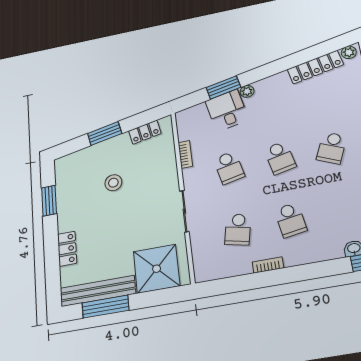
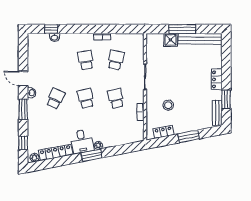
window: (223, 87) -> (92, 155), moved
desk: (227, 110) -> (82, 141), moved
bench: (62, 177) -> (217, 113), added
stool: (113, 183) -> (168, 105), moved
locker: (67, 249) -> (217, 79), moved
shower: (157, 269) -> (171, 40), width x0.54, depth x0.54
window: (105, 307) -> (182, 29), moved

